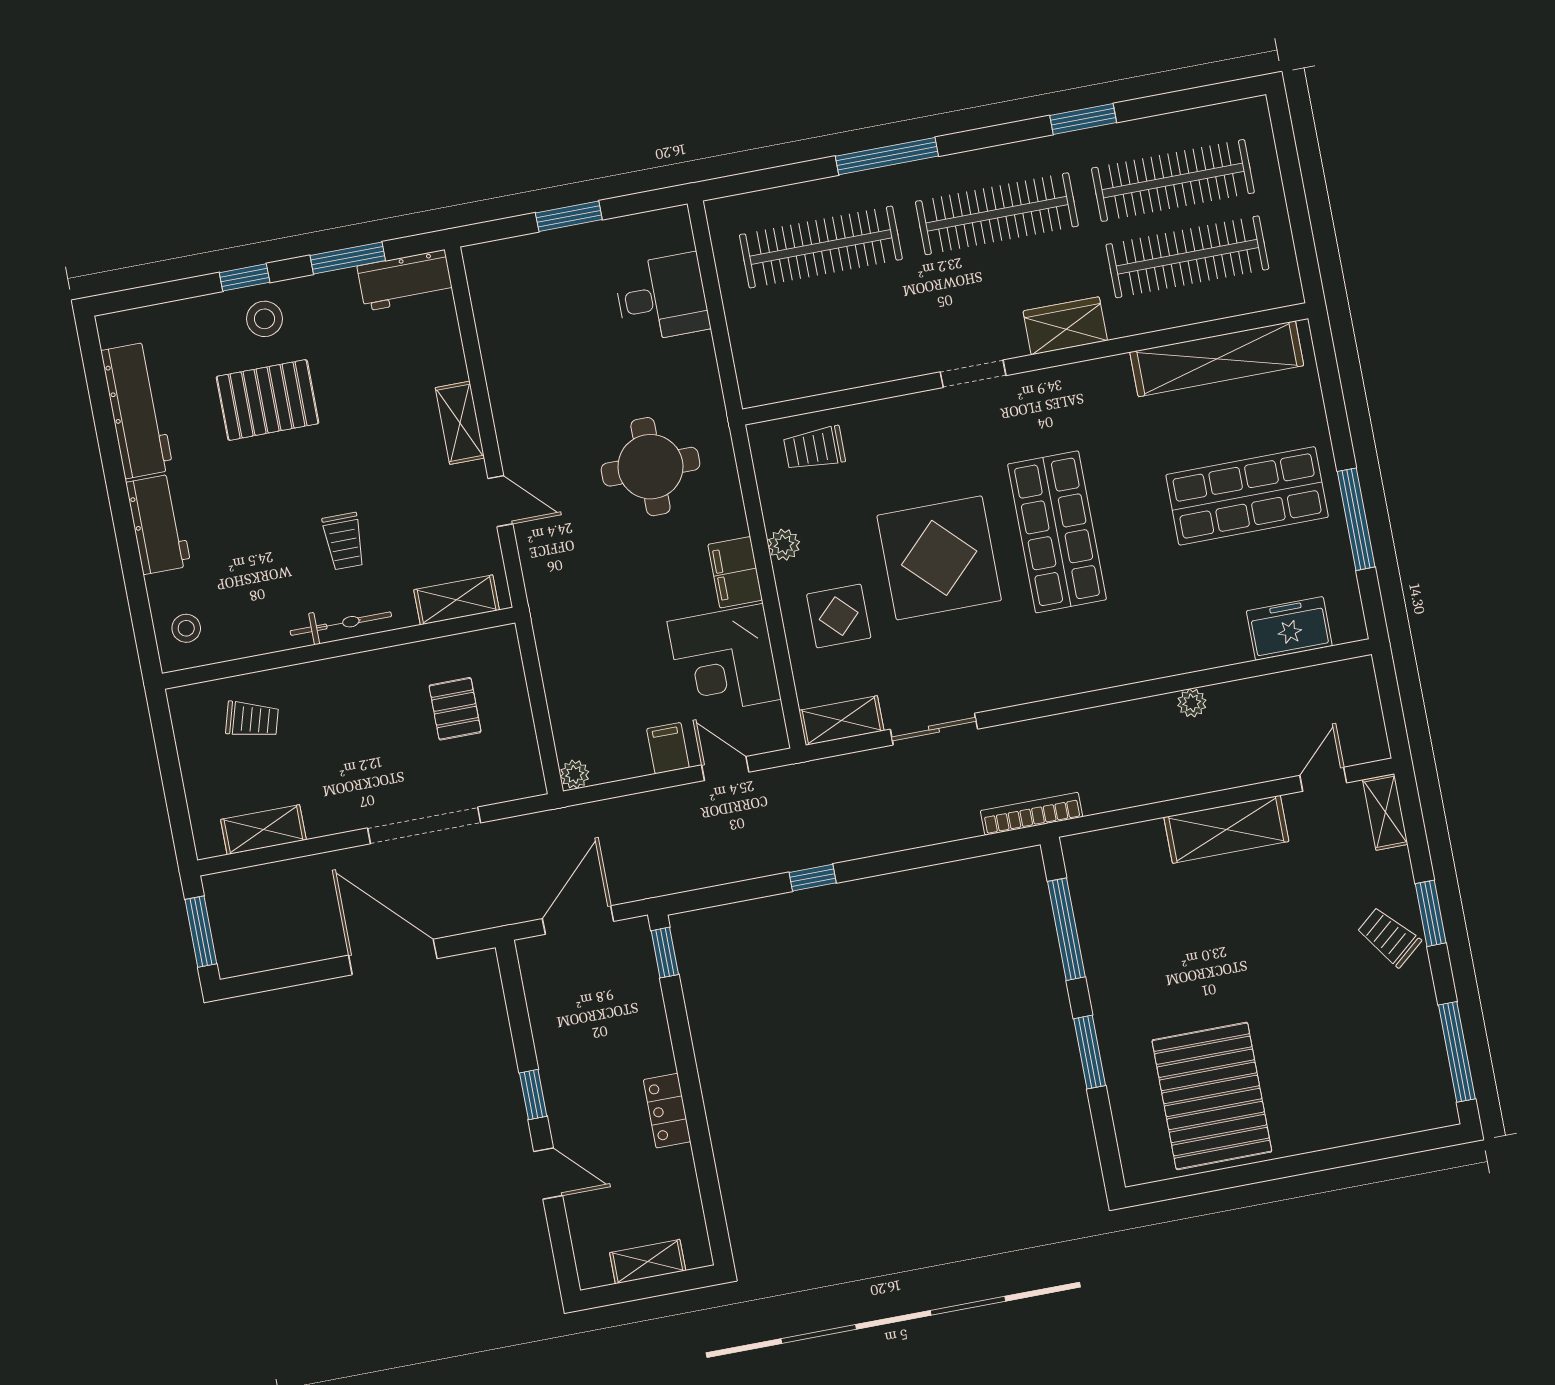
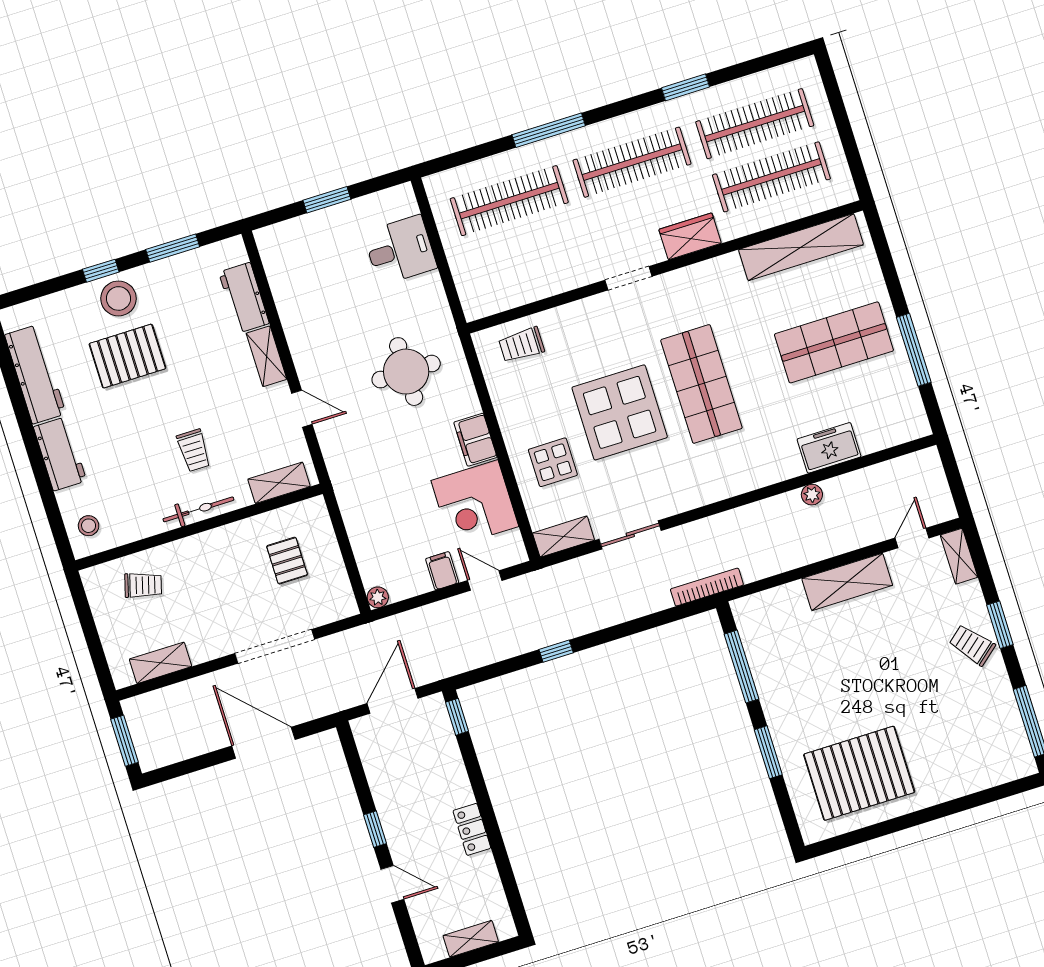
workbench: (405, 280) -> (244, 298), moved, turned 90
stool: (265, 319) -> (118, 298), width x1.38, depth x1.38
plant: (784, 545) -> (508, 416), removed
freezer: (1289, 628) -> (829, 448), moved
pallet: (1212, 1096) -> (859, 773), turned 90

